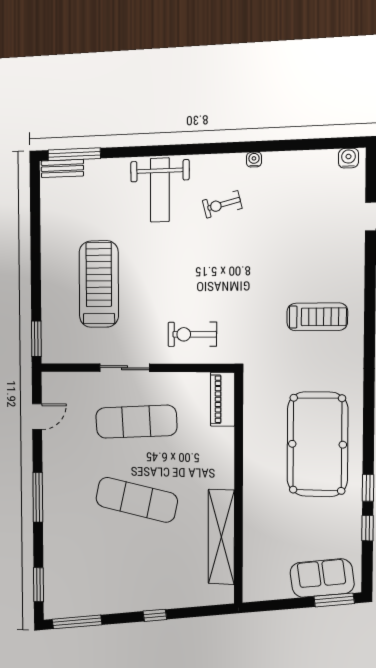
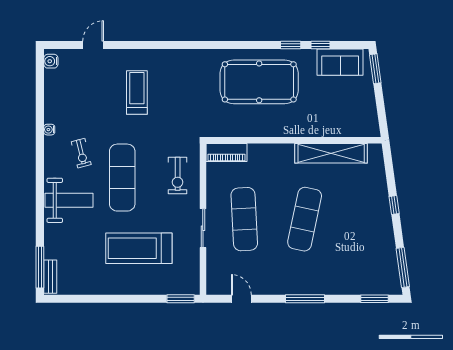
exercise mat: (190, 260) -> (122, 178), added
treadmill: (317, 317) -> (137, 93), moved
sofa: (322, 578) -> (340, 62), moved, turned -82

